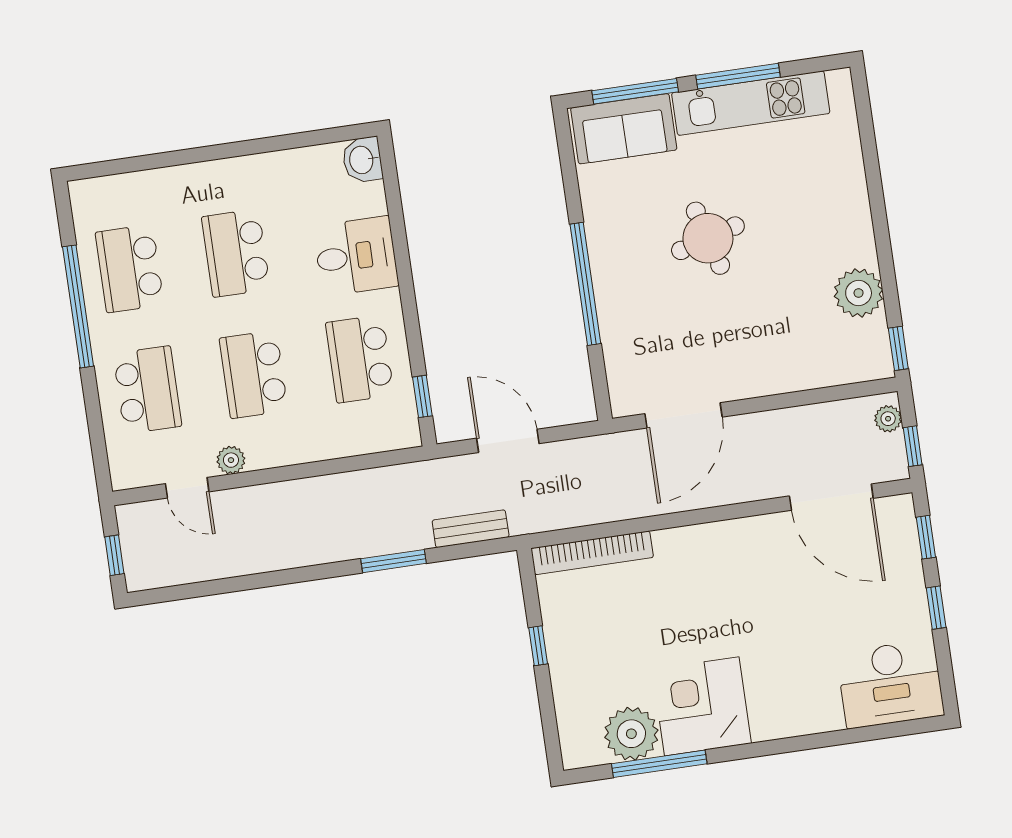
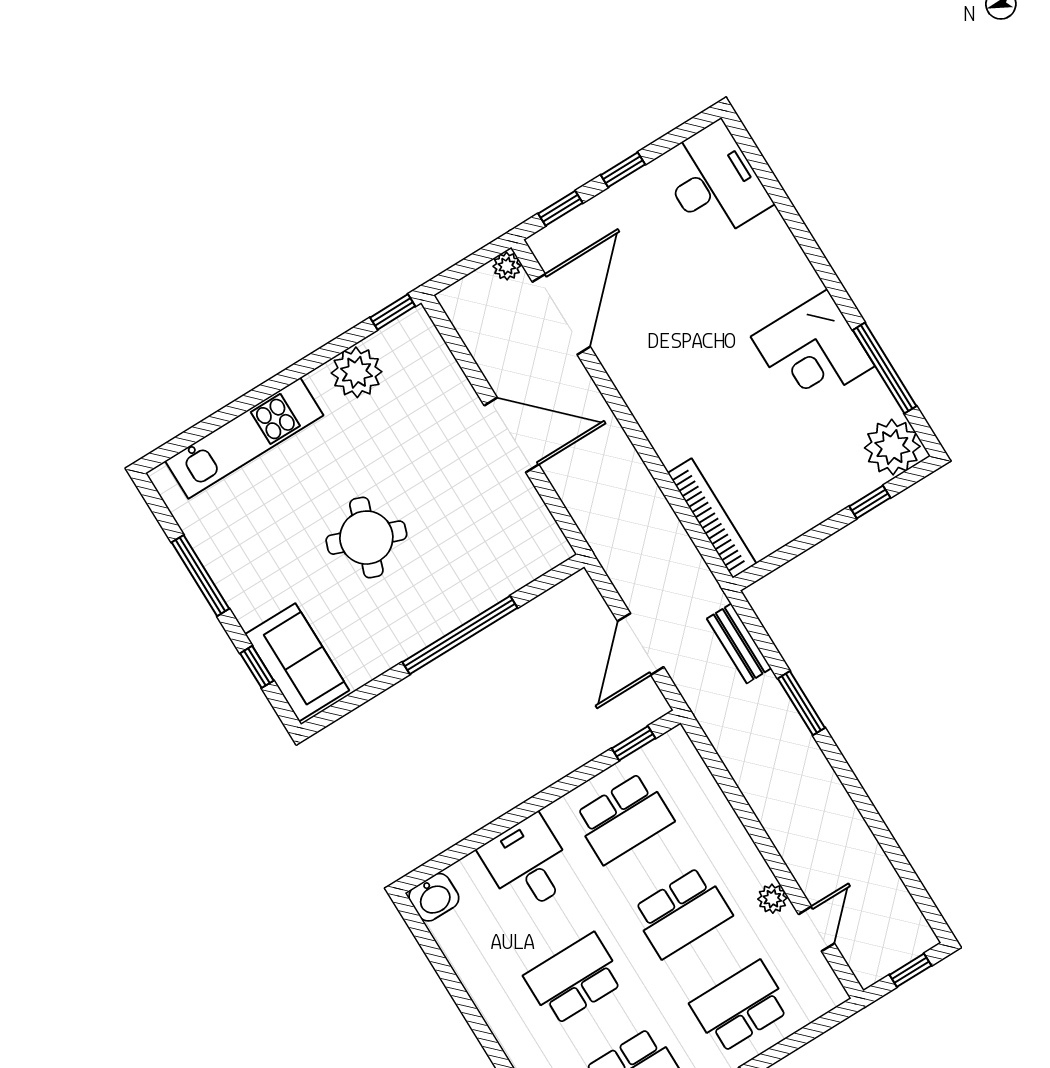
window: (635, 91) -> (257, 667), width x0.46
kitchen unit: (751, 103) -> (244, 438), moved, turned 90
round table: (708, 238) -> (366, 538), turned 36
school desk: (236, 253) -> (574, 979), turned 180
door: (683, 415) -> (512, 435), moved
plant: (888, 419) -> (507, 266), moved
window: (913, 446) -> (480, 258), removed
window: (538, 646) -> (870, 502), moved
plant: (631, 734) -> (892, 447), moved

